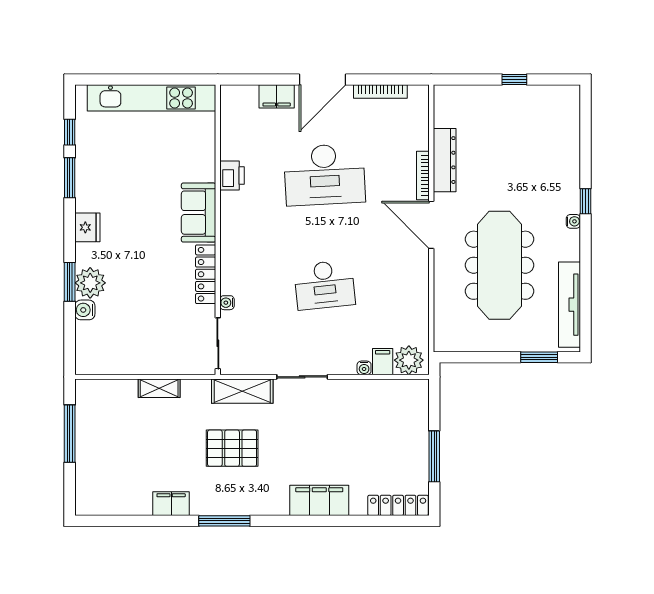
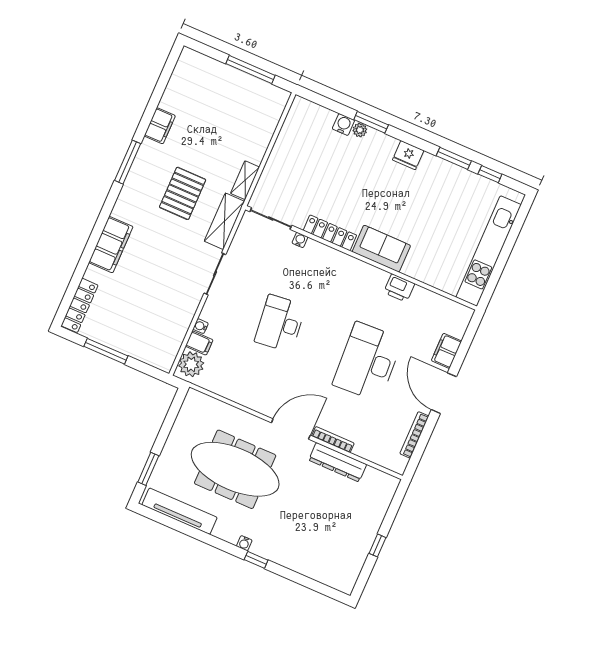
plant: (90, 283) -> (360, 130), width x0.53, depth x0.53
shelving: (159, 388) -> (245, 180), moved

